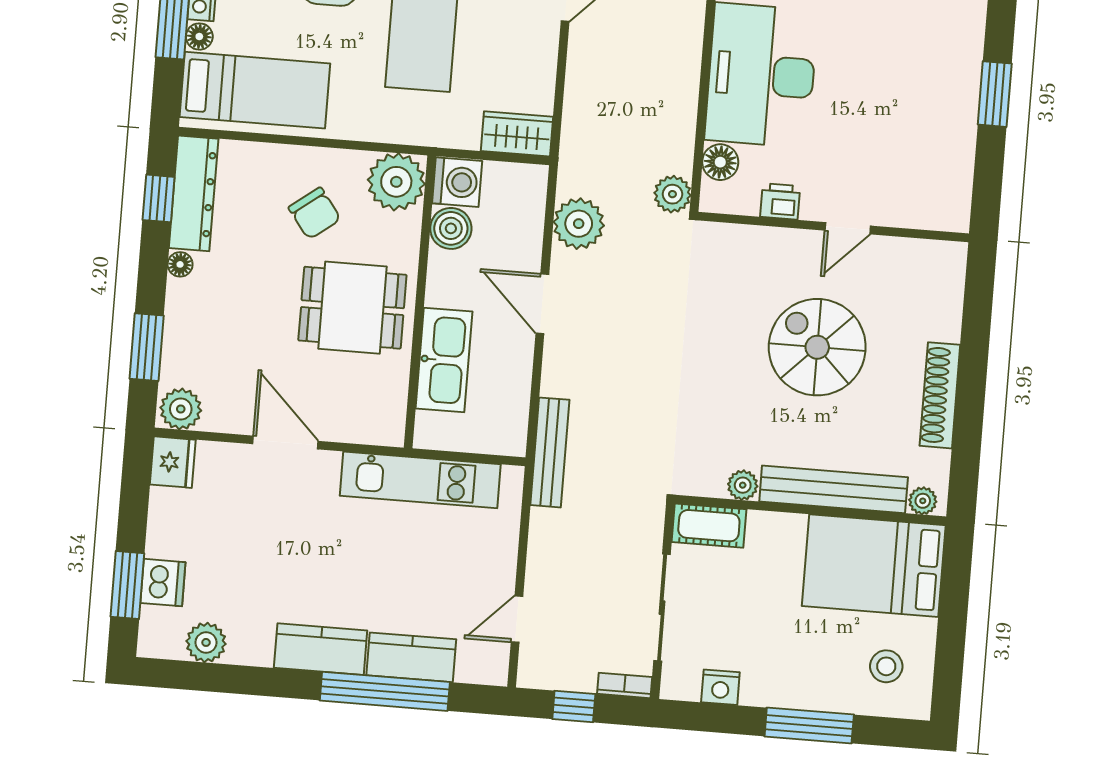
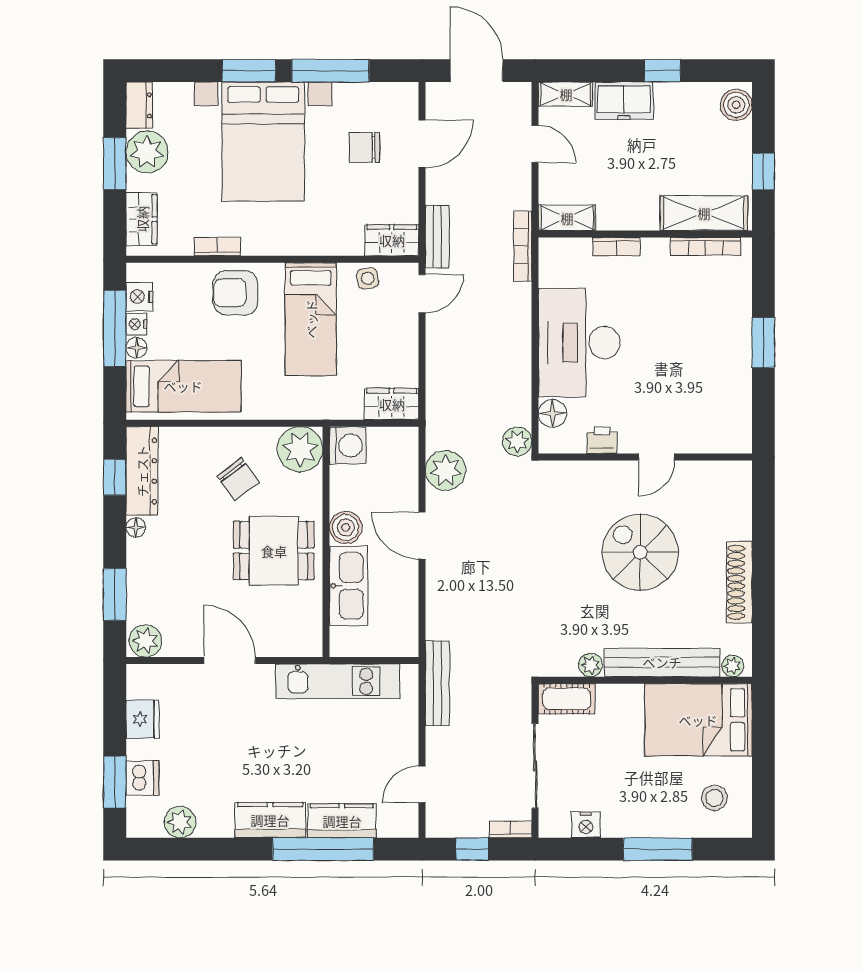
boiler: (451, 228) -> (346, 527), moved
bench: (550, 452) -> (437, 683), moved
fridge: (173, 462) -> (143, 719), moved

